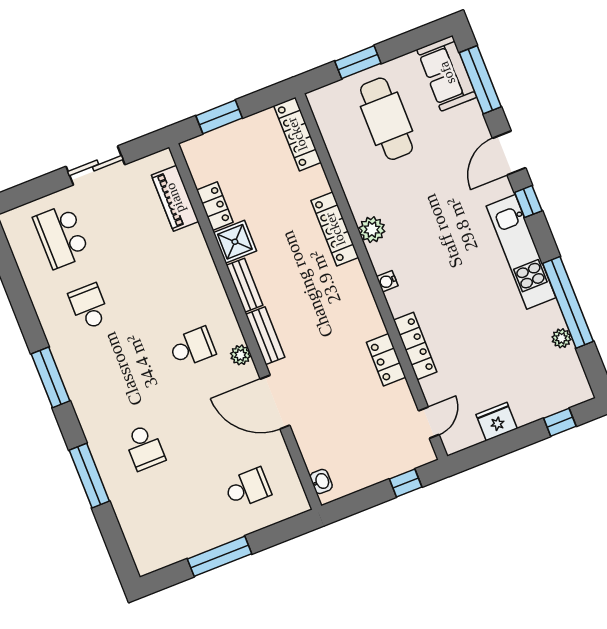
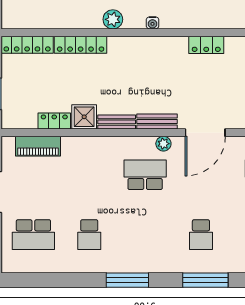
locker: (335, 229) -> (81, 45), moved
school desk: (89, 307) -> (89, 235), turned -90
locker: (415, 346) -> (205, 21), removed
school desk: (192, 347) -> (145, 175), width x1.85
school desk: (144, 447) -> (201, 235), turned 90

